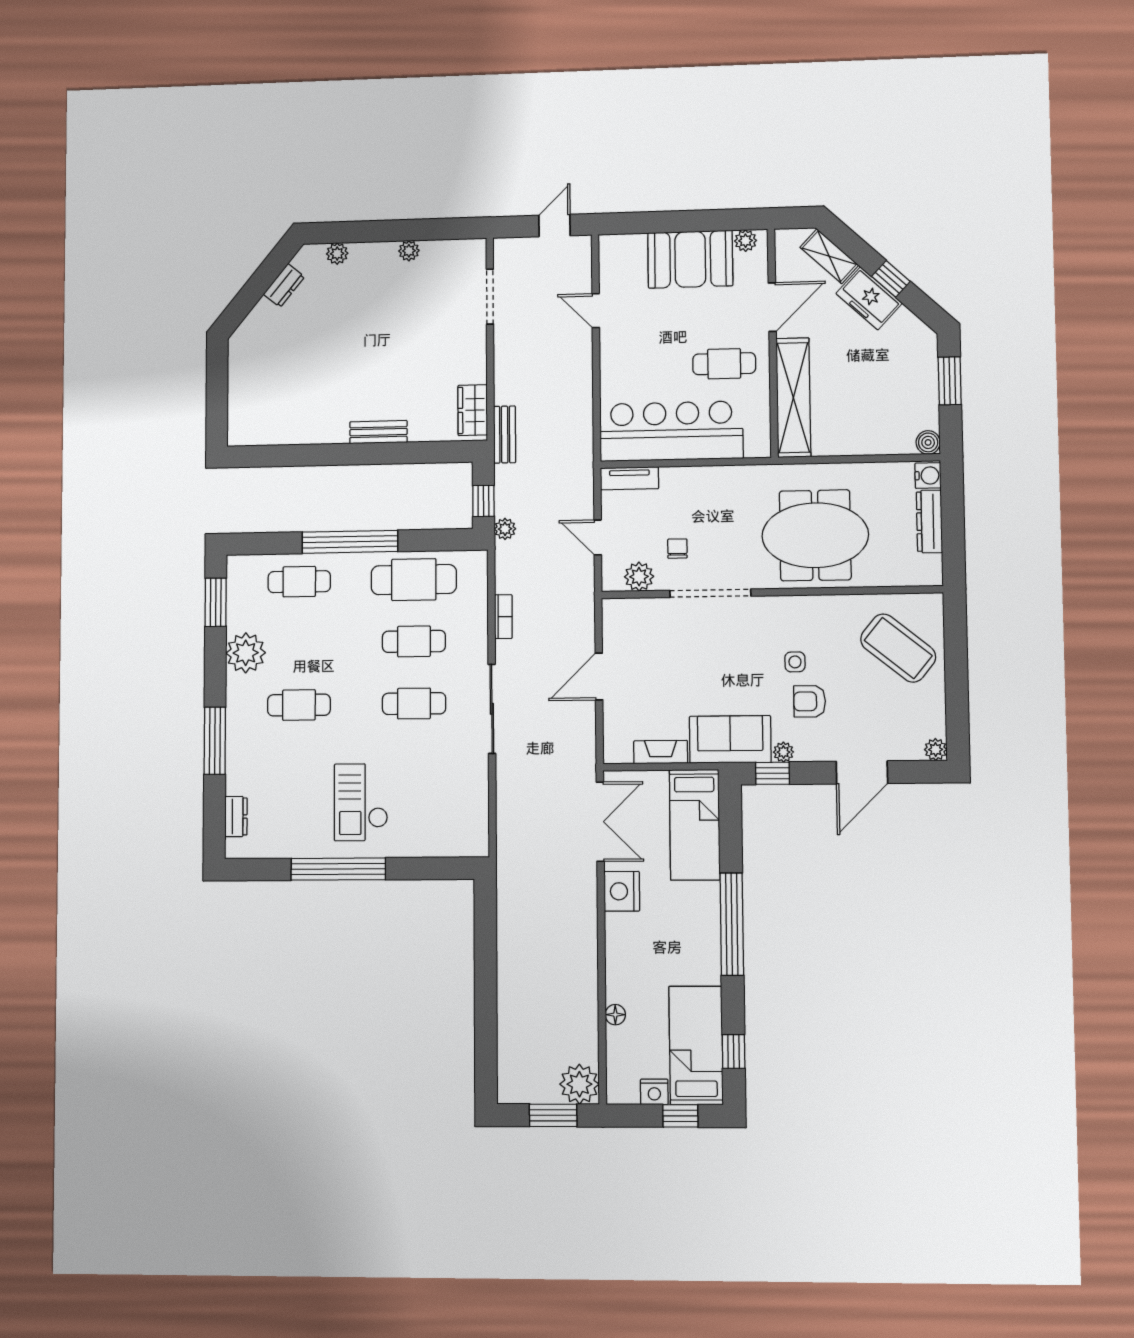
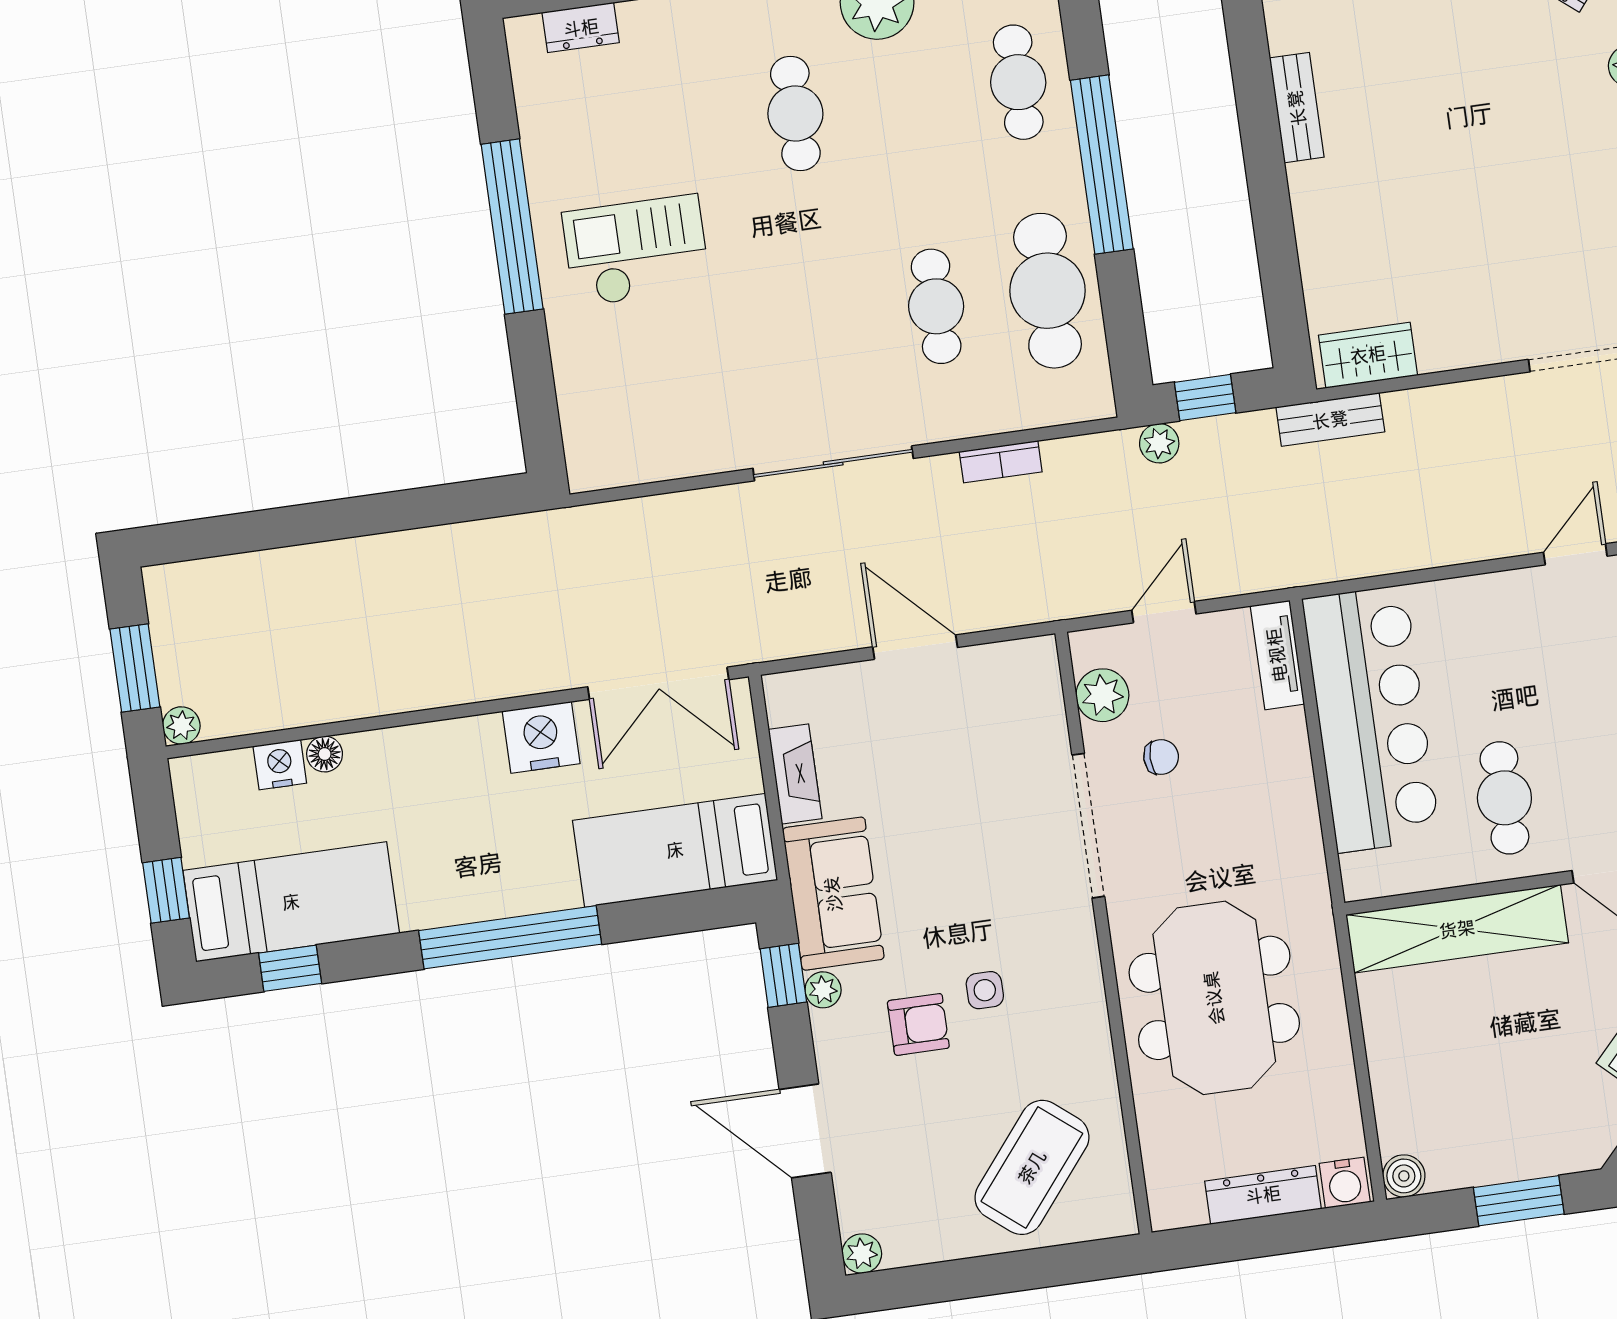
bench: (378, 432) -> (1297, 108), moved
armchair: (810, 701) -> (918, 1024), turned 90
cafe table: (414, 704) -> (825, 322), removed
plant: (579, 1084) -> (181, 726), width x0.53, depth x0.53
nightstand: (654, 1092) -> (280, 765), moved, turned 90

